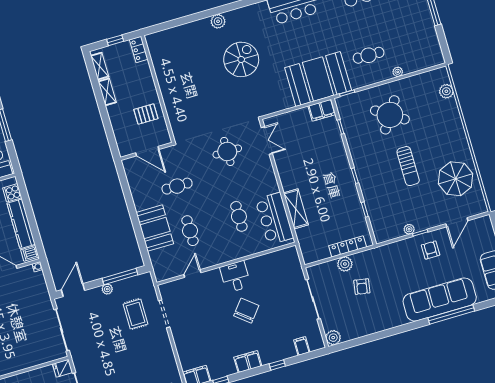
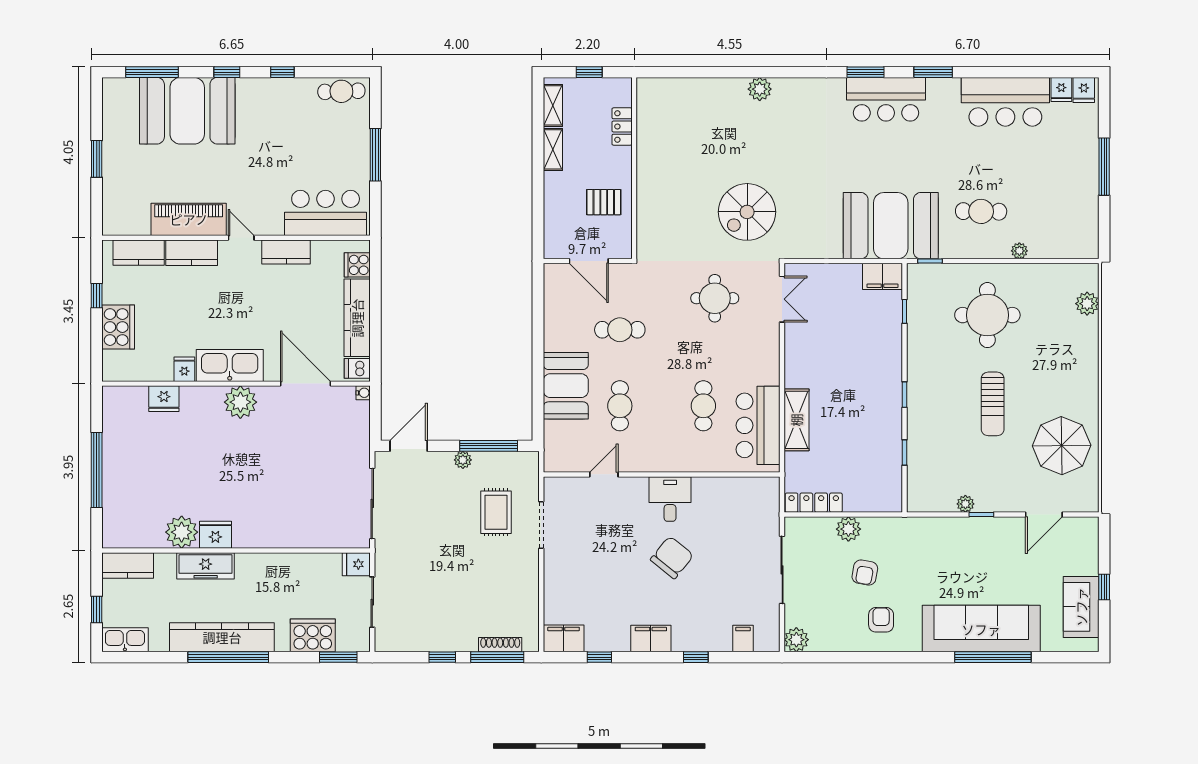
locker: (139, 49) -> (622, 126), moved
spiral stairs: (241, 59) -> (747, 212), moved, turned 180
round table: (390, 115) -> (987, 315), turned -33
locker: (348, 246) -> (814, 503), moved
armchair: (431, 250) -> (881, 620), moved

